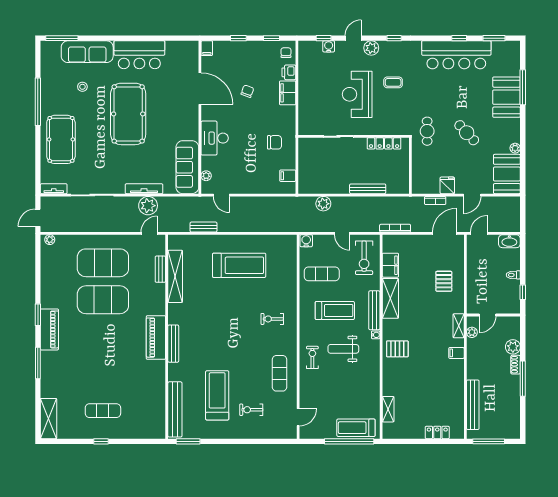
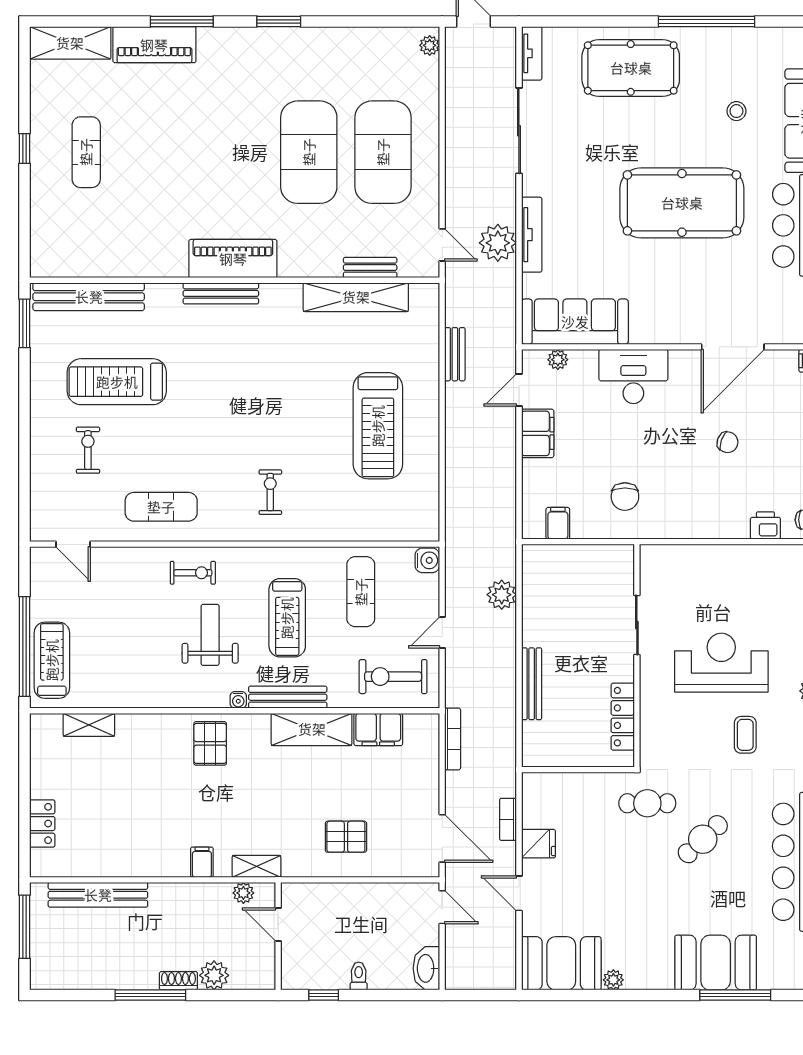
filing cabinet: (288, 93) -> (538, 433), moved, turned 90
cafe table: (467, 133) -> (703, 839), moved
piano: (49, 329) -> (154, 45), moved
treadmill: (217, 395) -> (117, 382), turned 180

